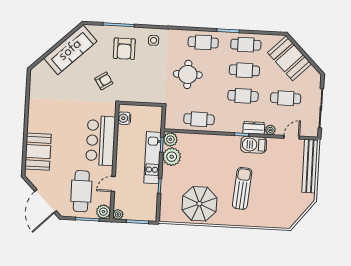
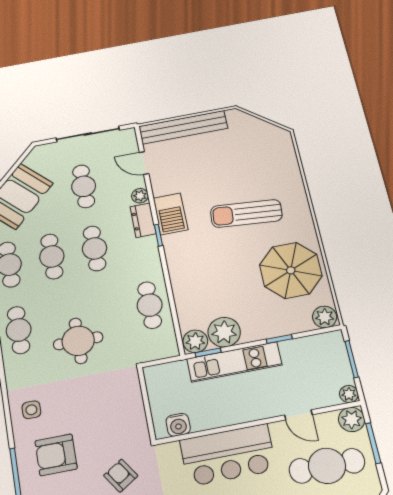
armchair: (124, 49) -> (56, 455), turned 180
plant: (166, 214) -> (325, 317), added

